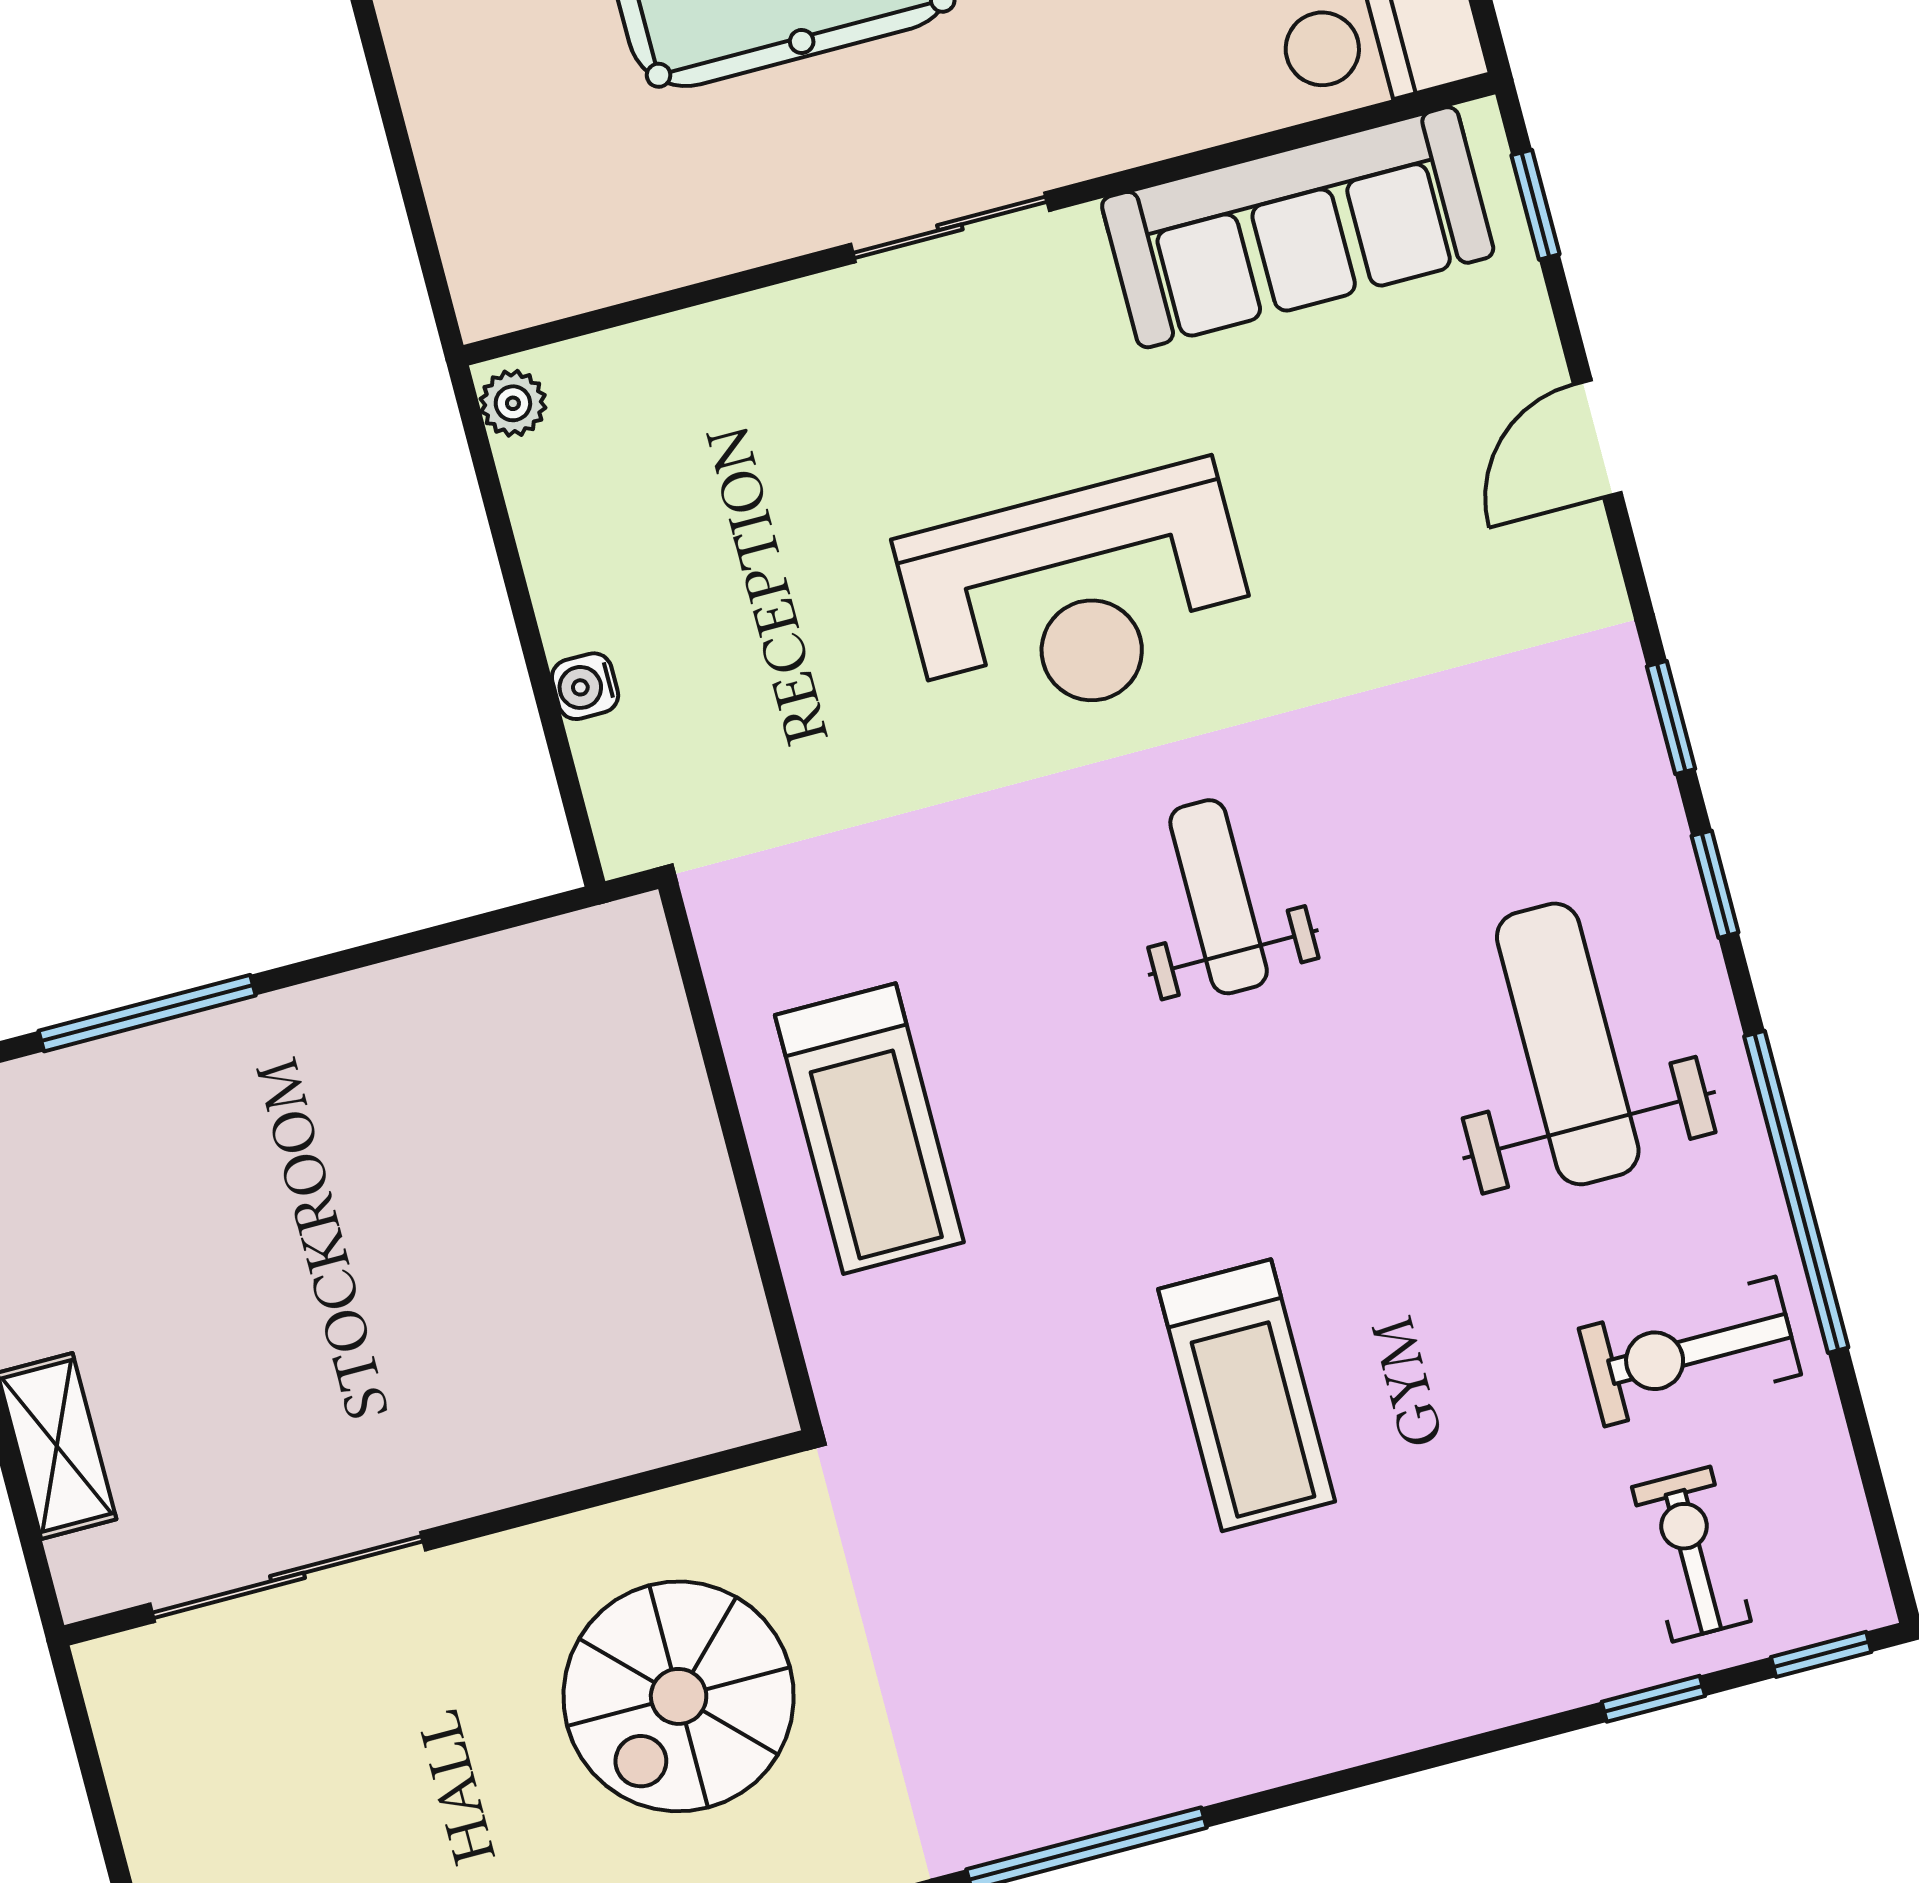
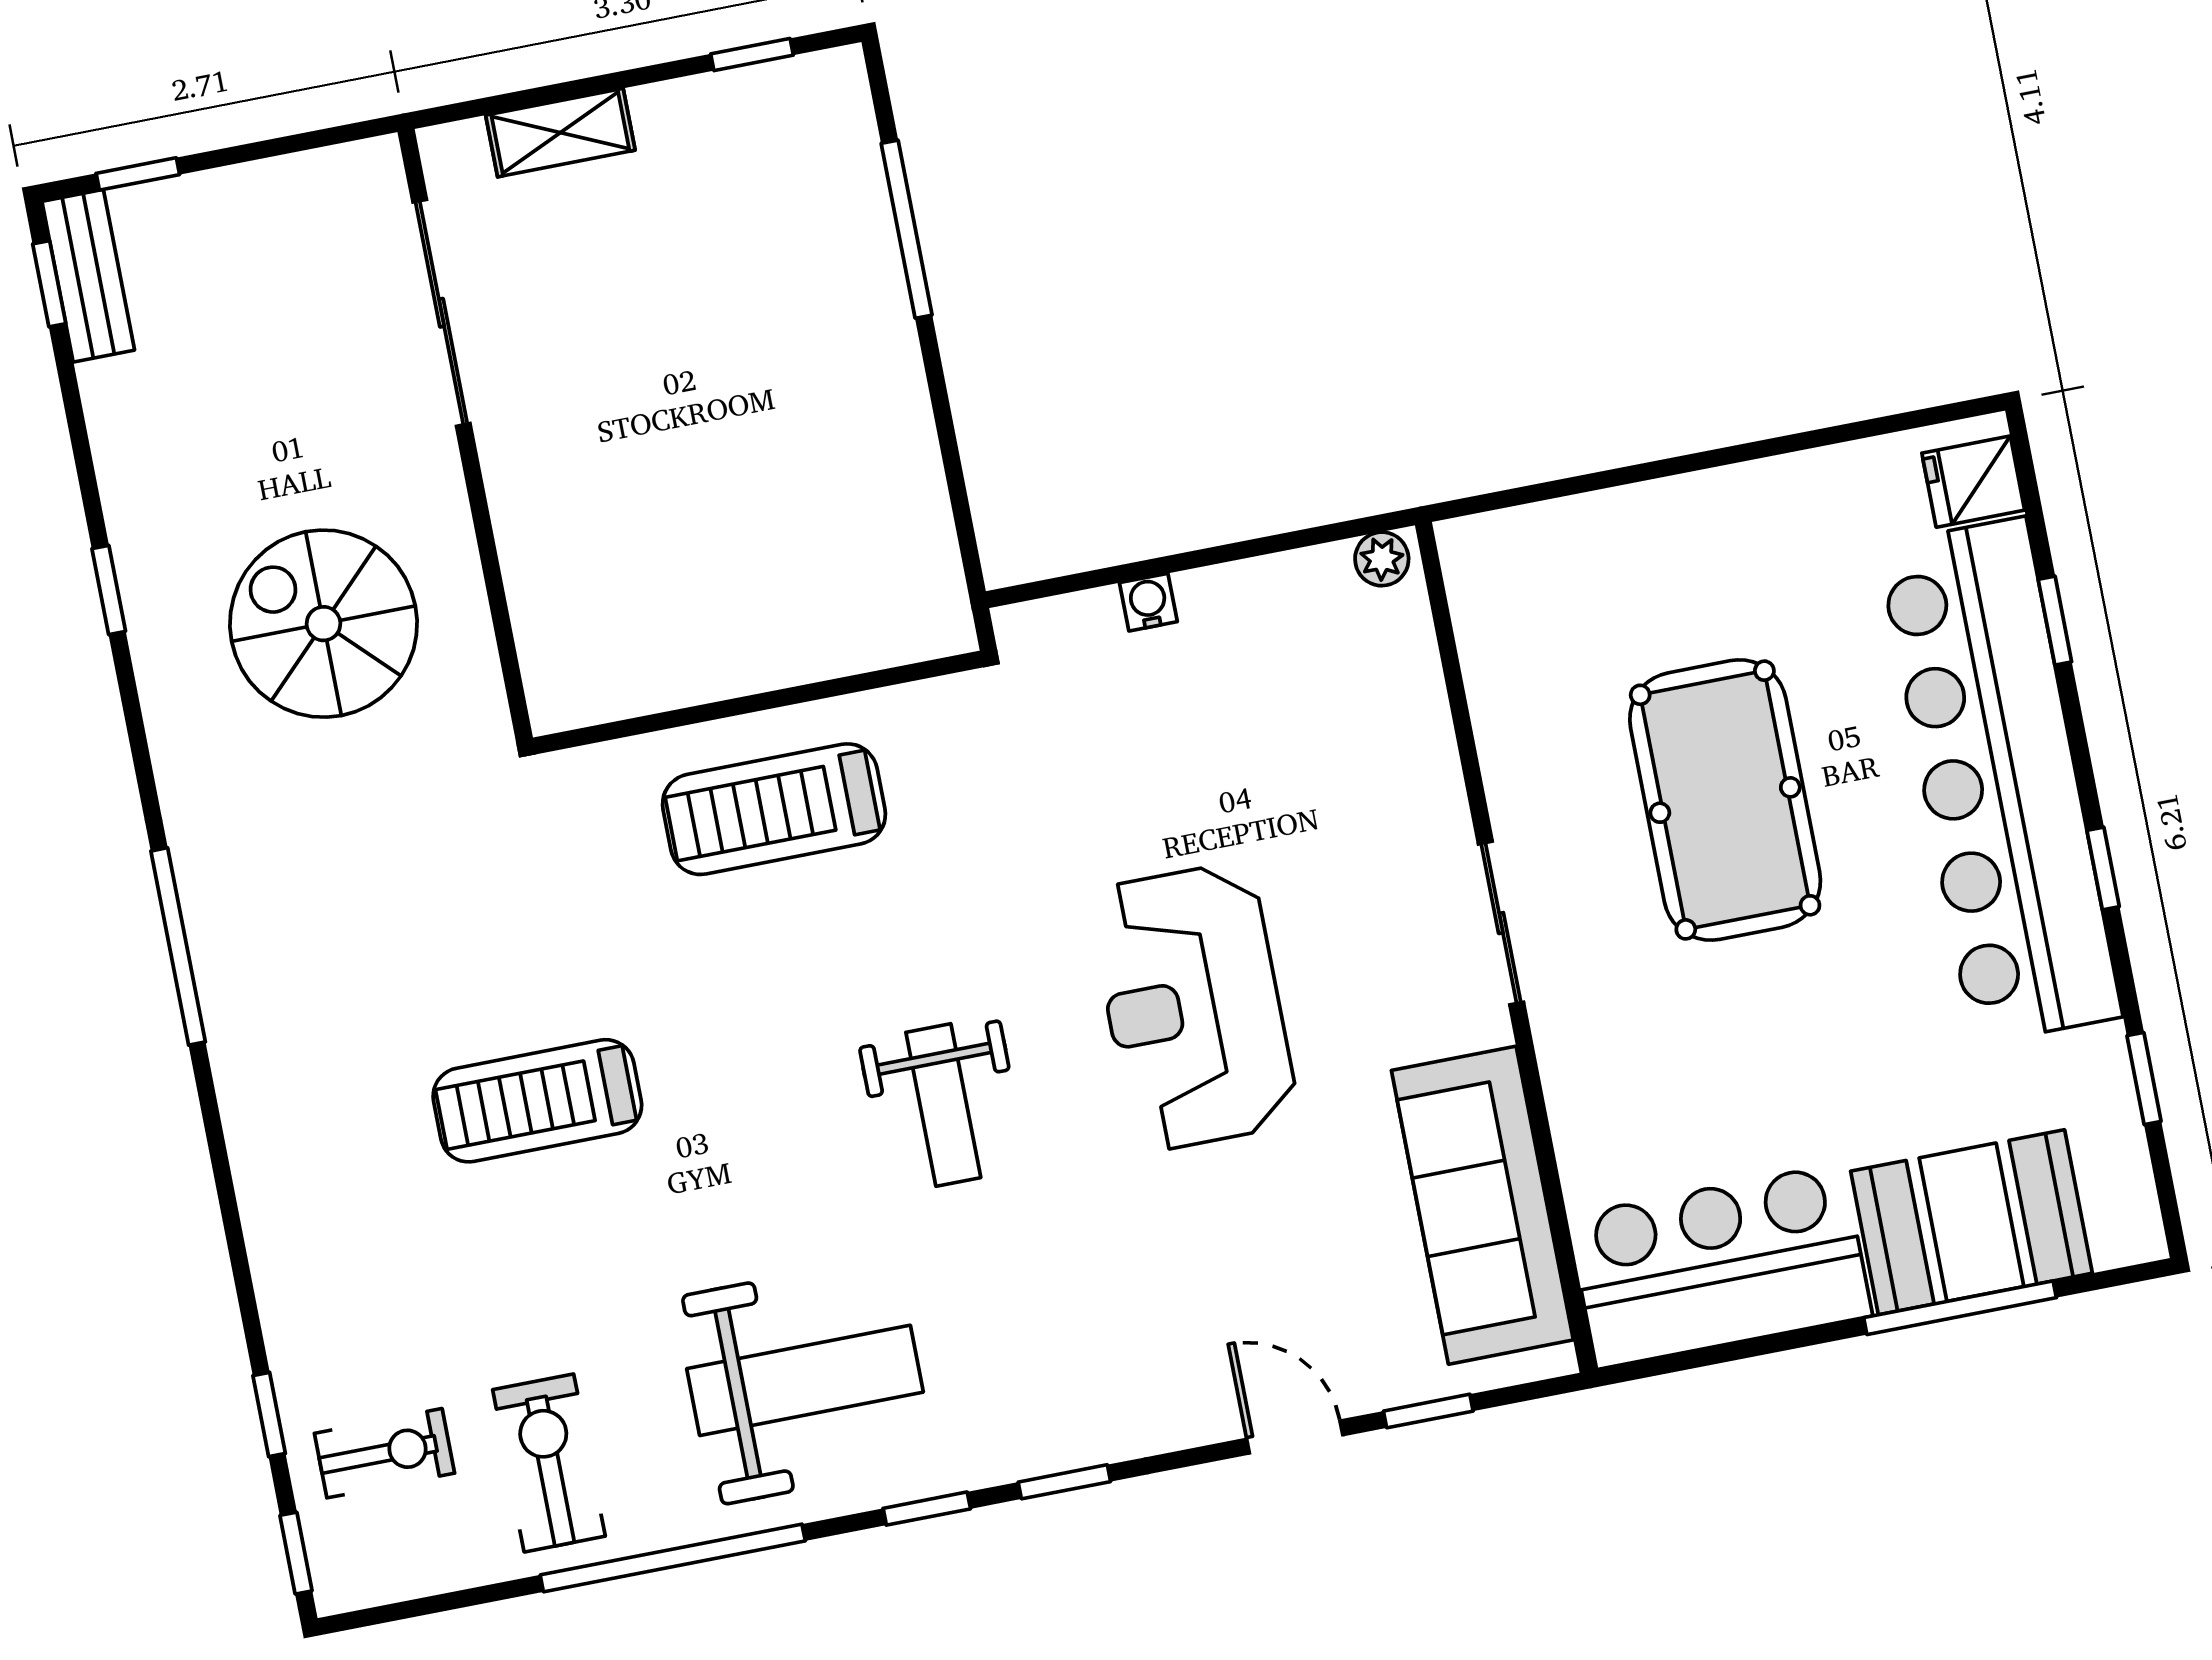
window: (1536, 205) -> (1428, 1411), moved
weight bench: (1219, 897) -> (943, 1105), turned 90

